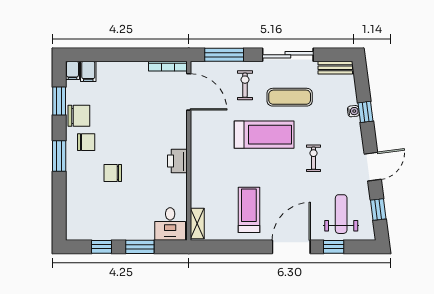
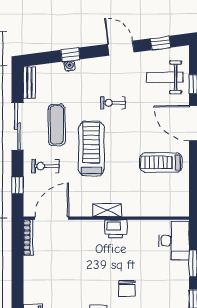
window: (224, 55) -> (18, 185), width x0.46
desk: (170, 224) -> (174, 241), width x1.37
shelving: (197, 224) -> (107, 210), moved

